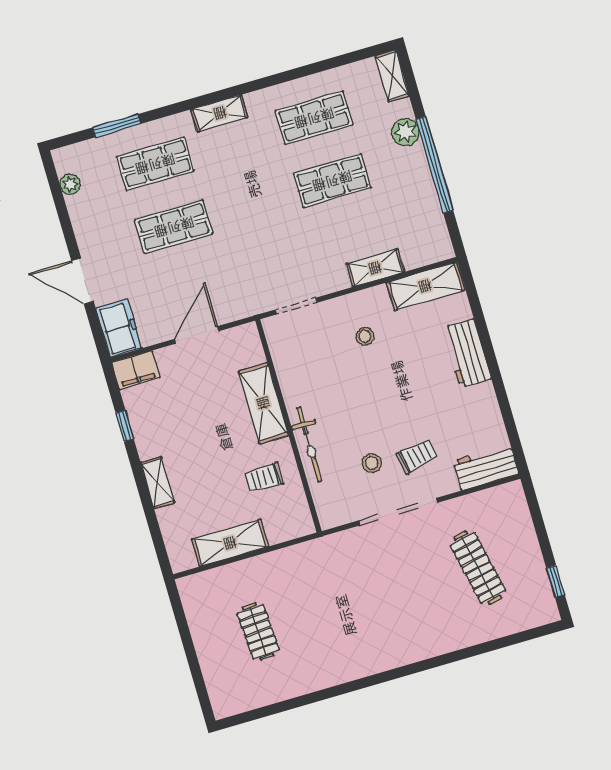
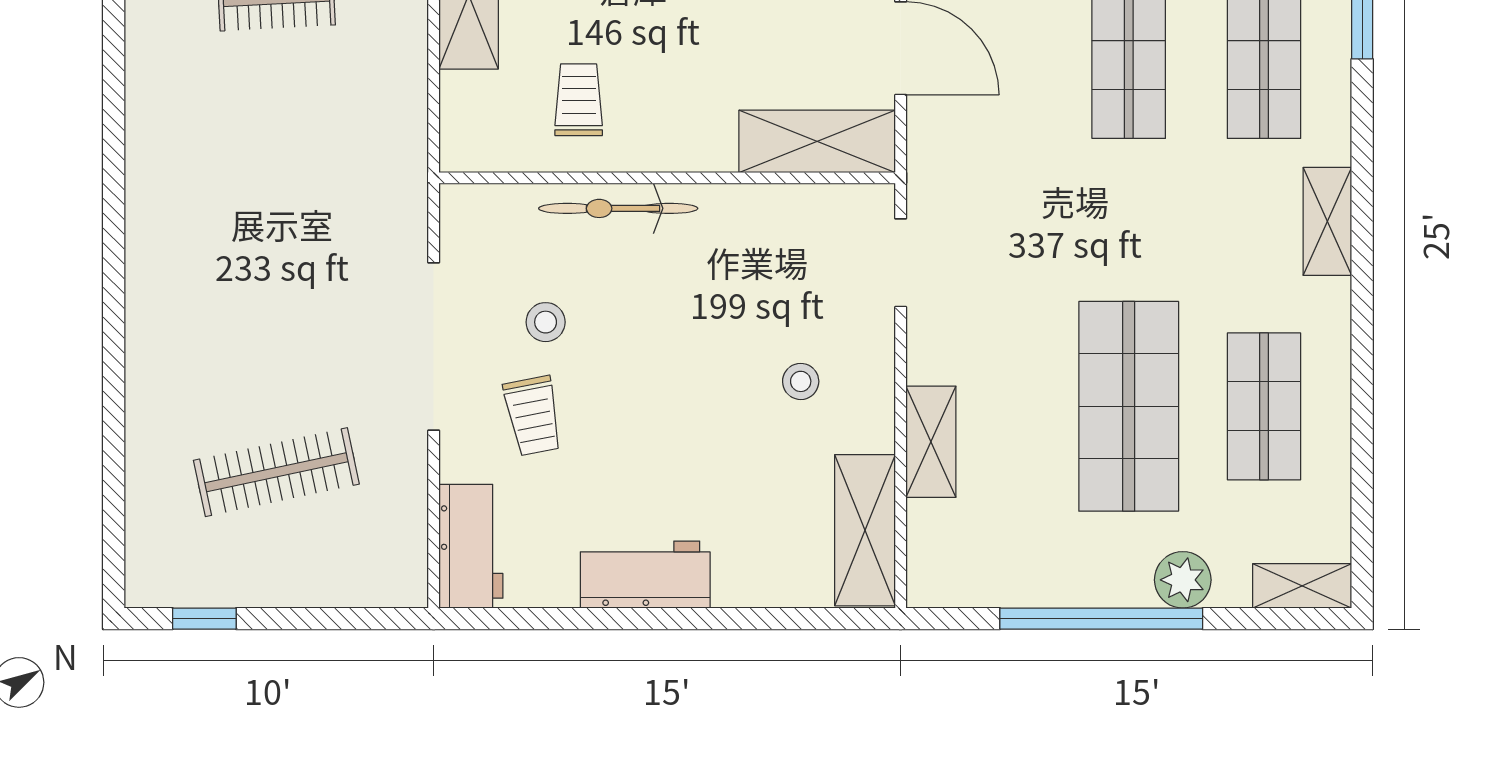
shop shelf: (332, 181) -> (1129, 406), width x1.43, depth x1.36
workbench: (467, 353) -> (645, 575), moved
shelving: (263, 403) -> (817, 141), moved

